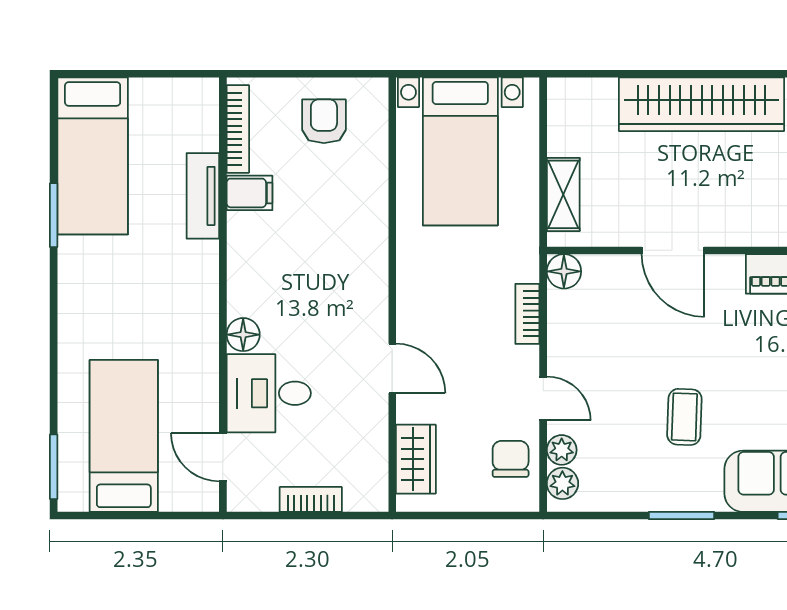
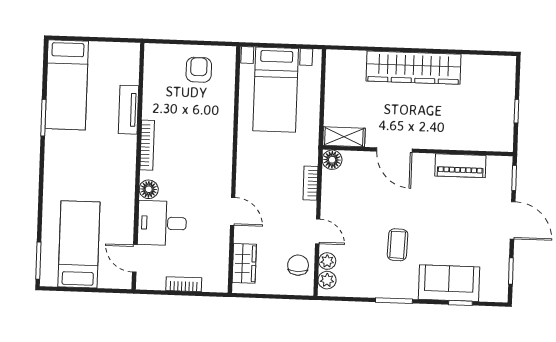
bookcase: (238, 129) -> (147, 145), moved
filing cabinet: (250, 193) -> (155, 109), removed
shelving: (563, 194) -> (344, 137), moved, turned 90

